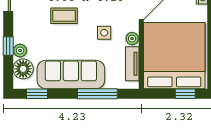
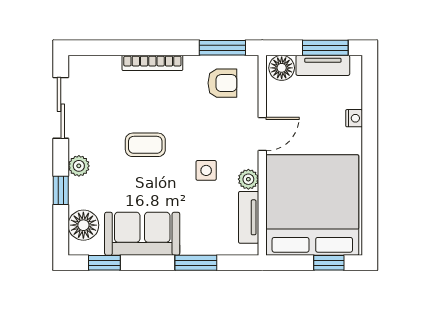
plant: (20, 51) -> (79, 166), moved
sofa: (71, 75) -> (142, 234), width x0.73
window: (97, 94) -> (196, 263), width x0.69

